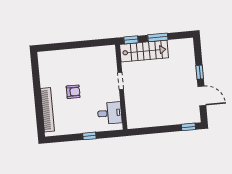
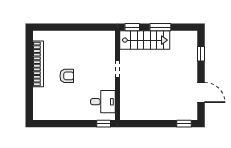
window: (200, 72) -> (201, 54), moved
bookcase: (47, 110) -> (38, 64), moved
window: (89, 136) -> (104, 124), moved

